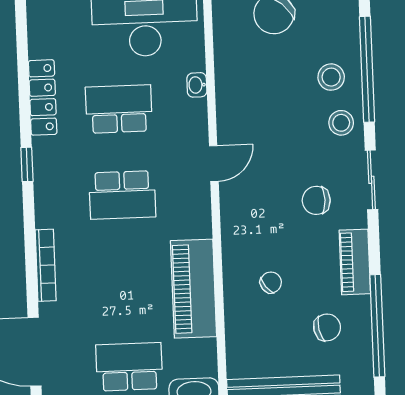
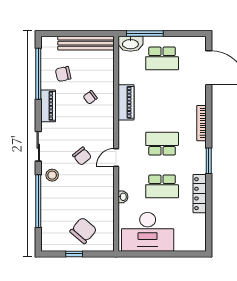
stool: (331, 77) -> (56, 198), removed
window: (27, 164) -> (209, 161), width x1.50
chair: (316, 200) -> (82, 156), moved, turned 51
bookcase: (46, 265) -> (201, 123), moved
piano: (194, 289) -> (126, 102), width x0.73, depth x0.75

